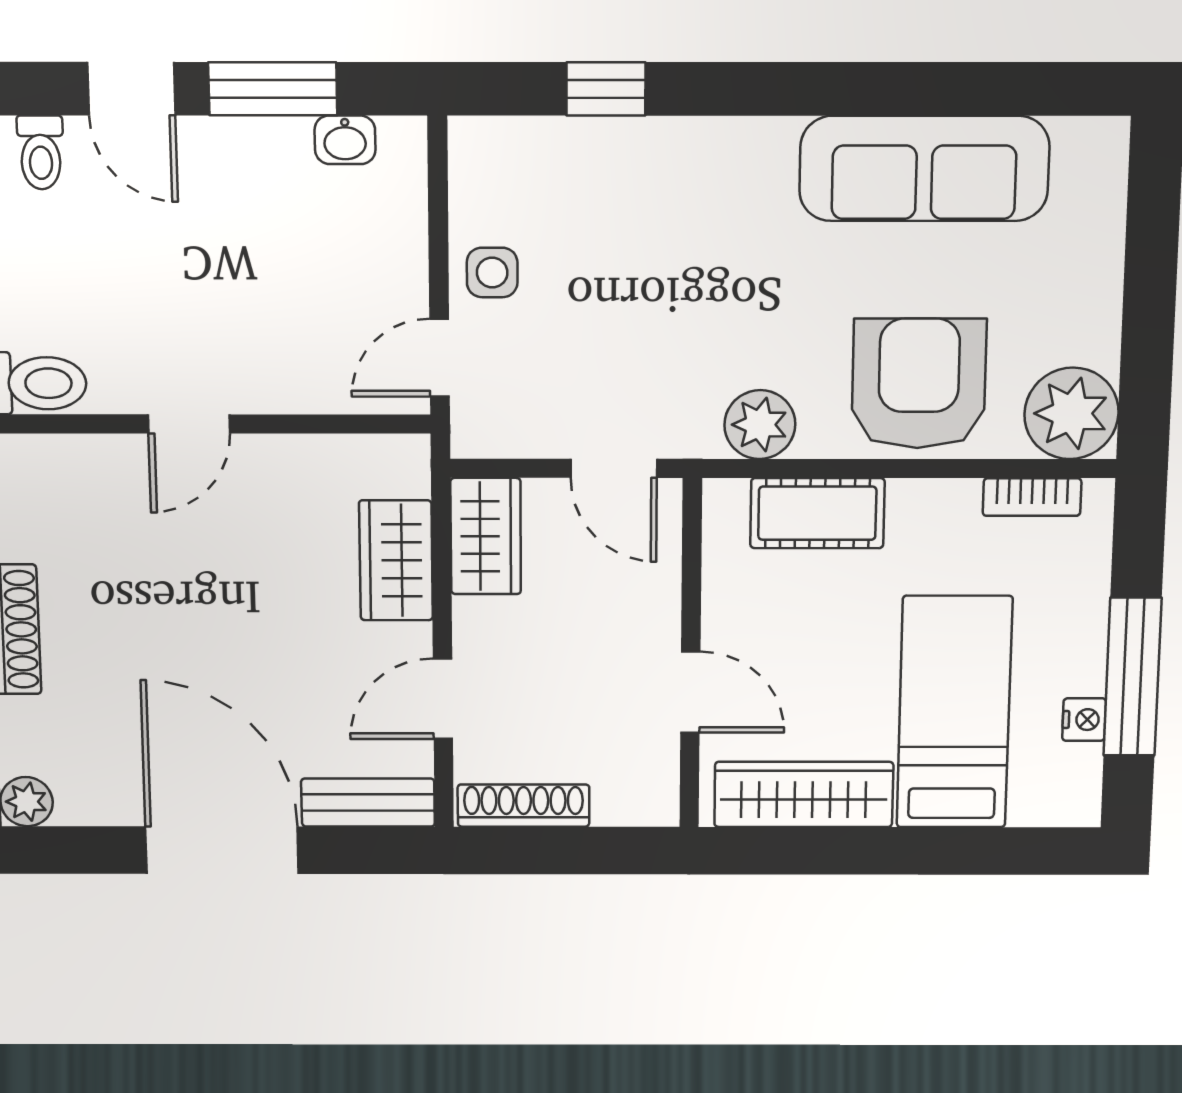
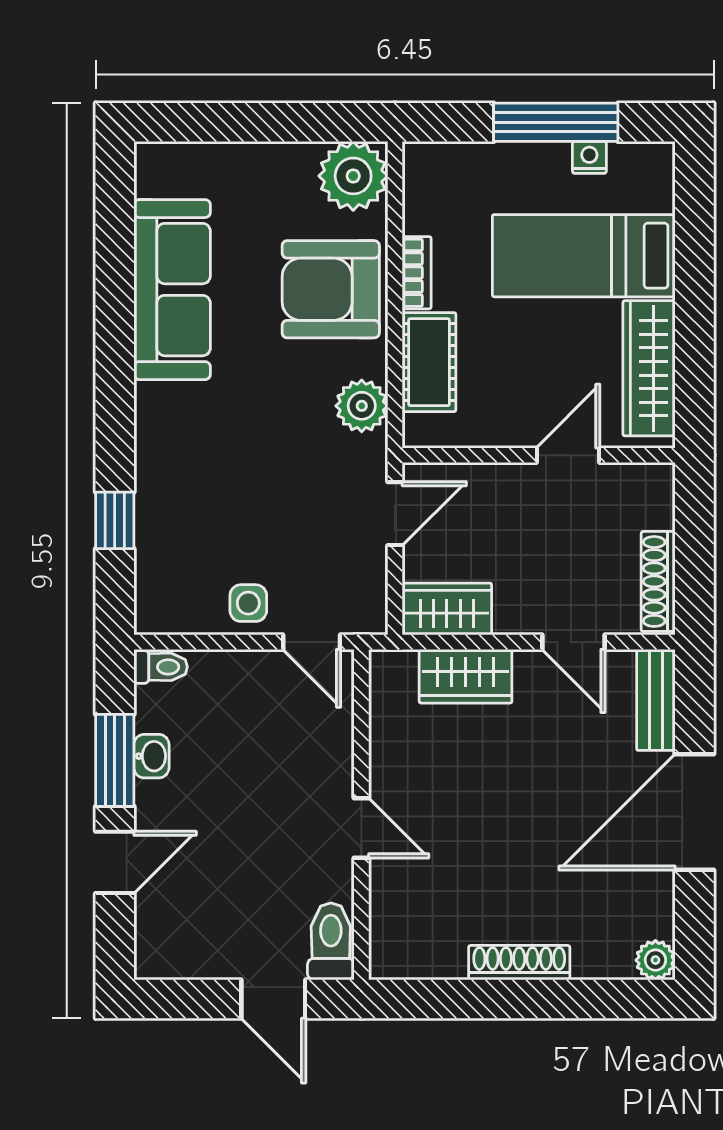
washbasin: (345, 140) -> (151, 756), moved
toilet: (41, 152) -> (161, 667), moved
bookcase: (1032, 497) -> (417, 273), moved

